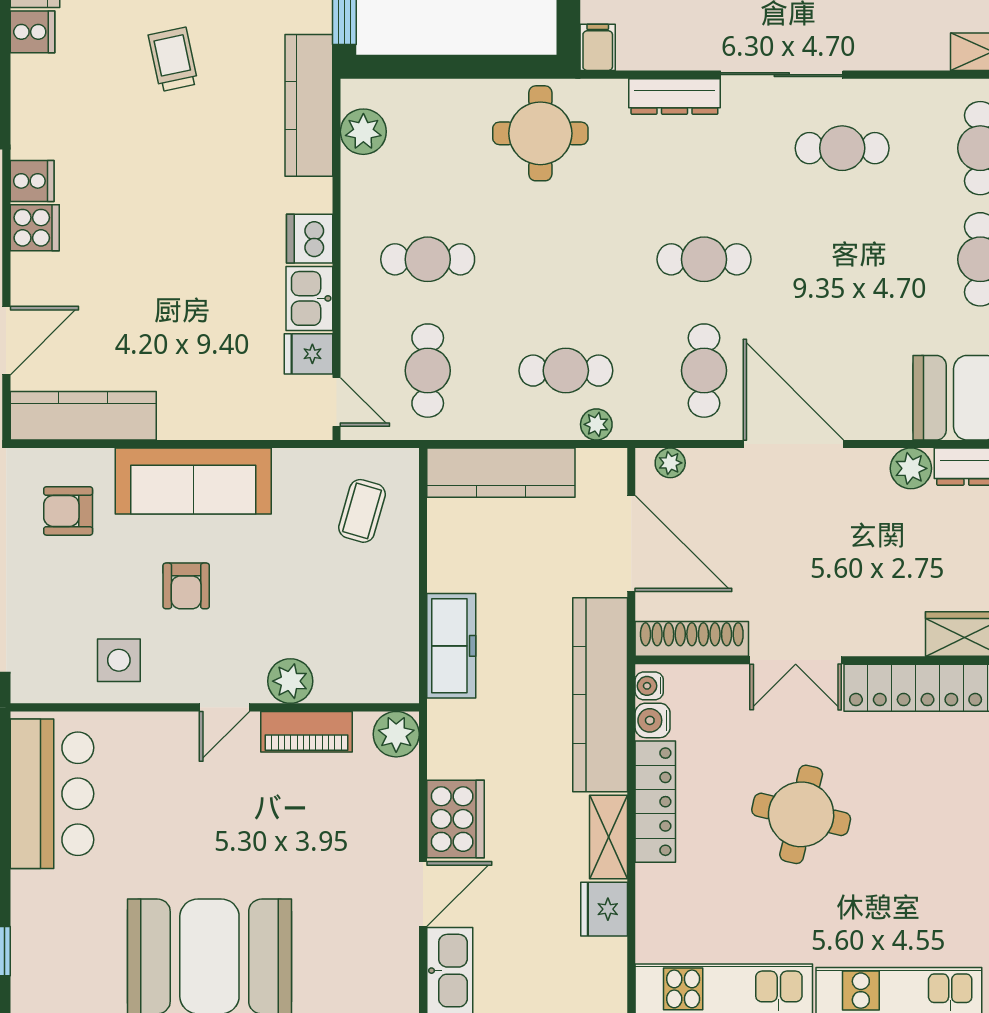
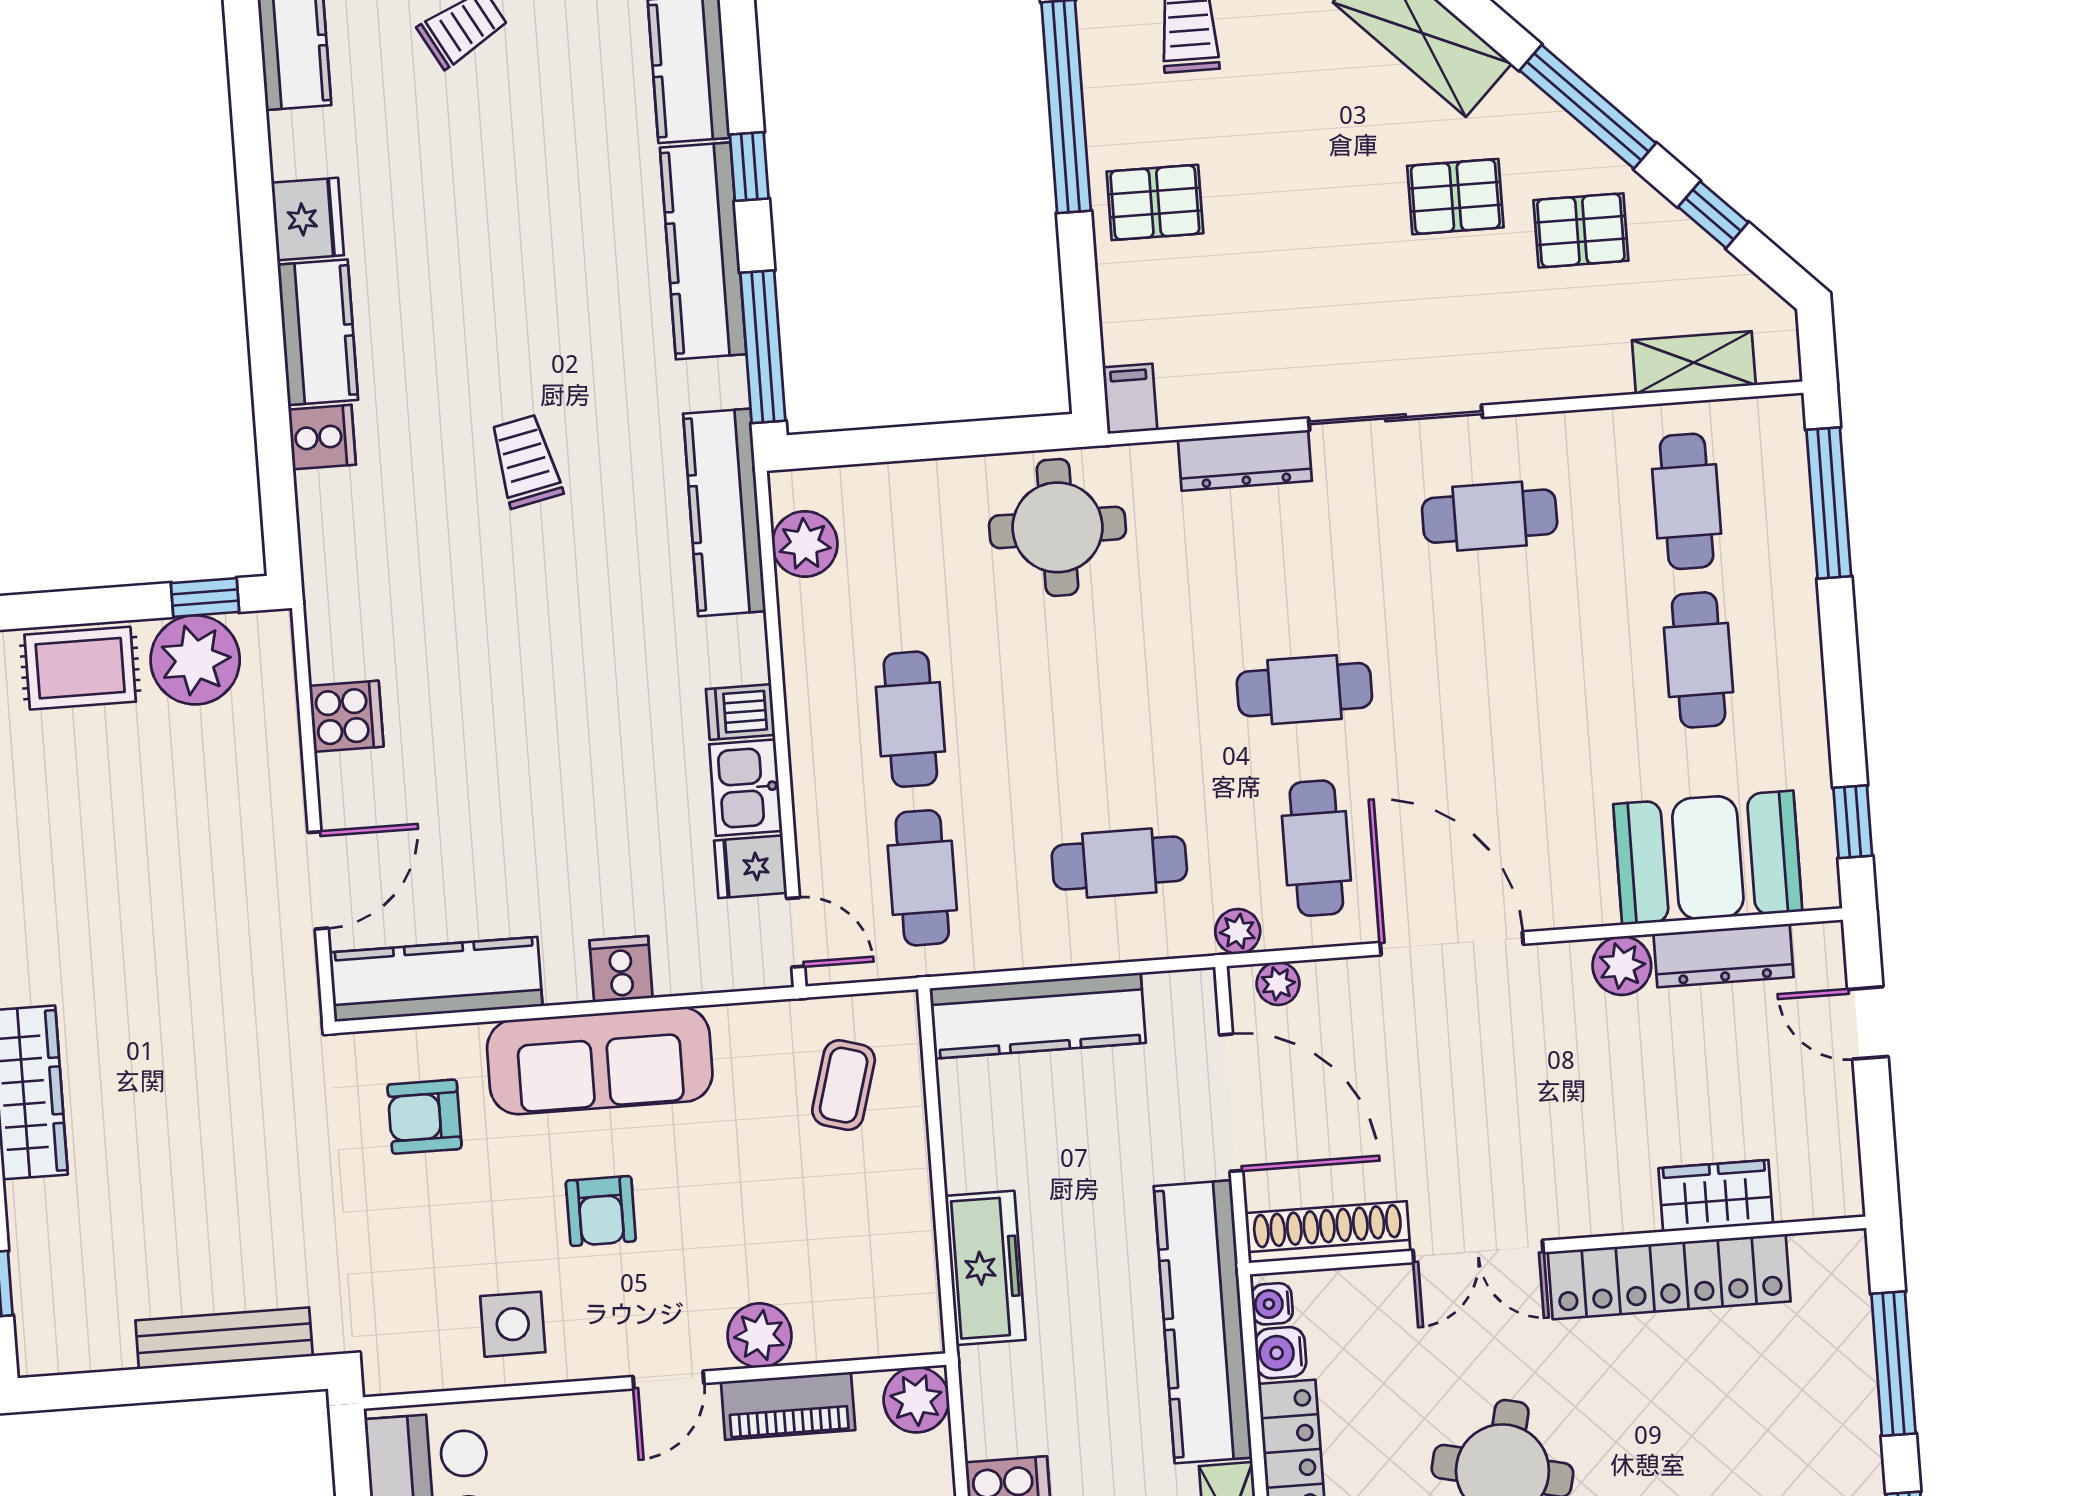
cooker: (32, 181) -> (621, 969), moved, turned -90
dishwasher: (310, 239) -> (740, 712), width x0.73
cafe table: (428, 259) -> (910, 719), turned 90
plant: (596, 424) -> (1238, 931), moved

